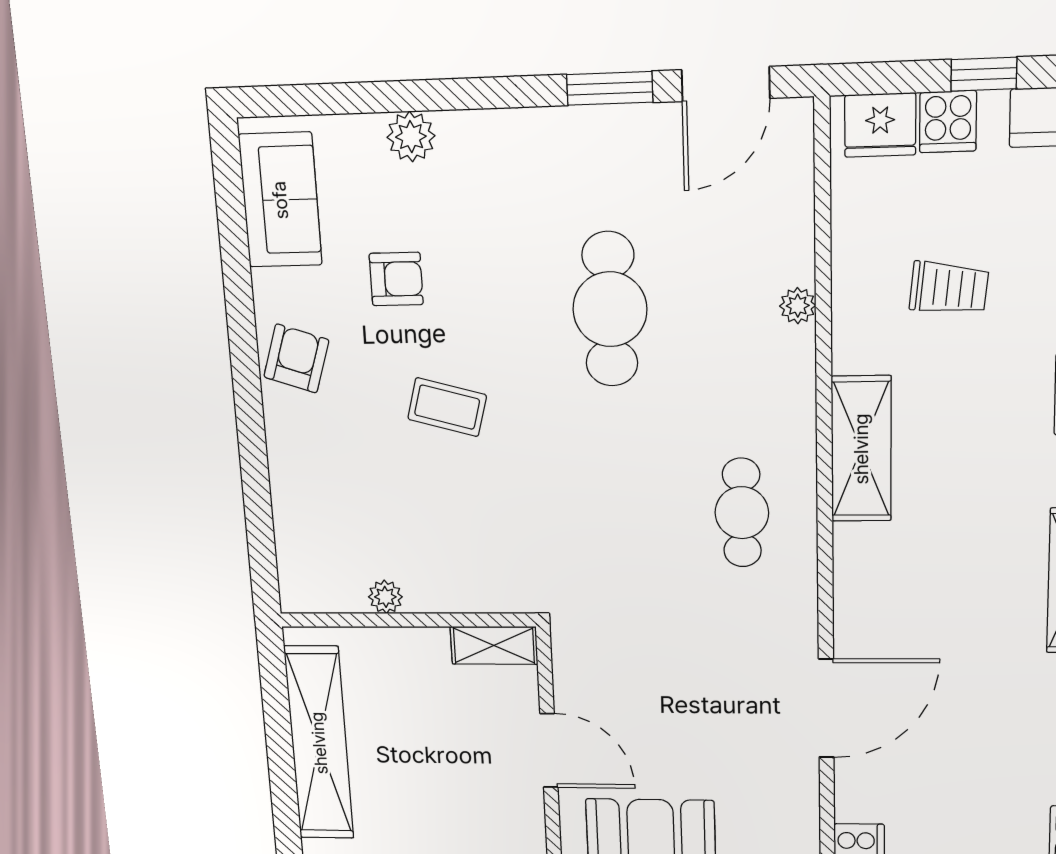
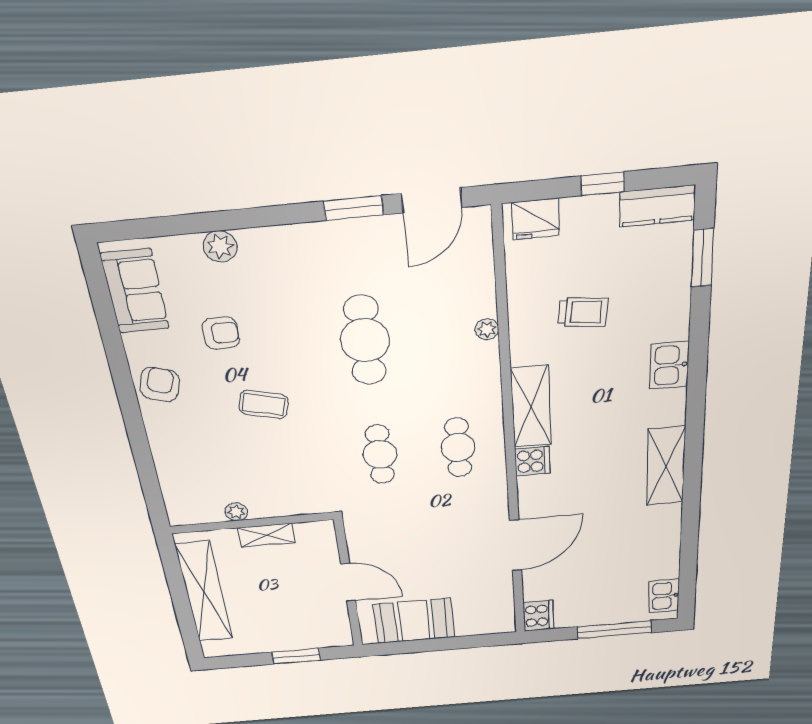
cooker: (948, 122) -> (532, 461), moved, turned -90
cafe table: (618, 514) -> (380, 454), added
shelving: (494, 645) -> (266, 535), moved

